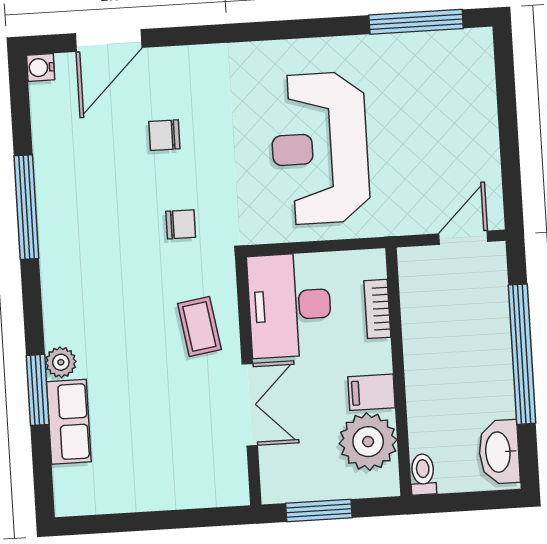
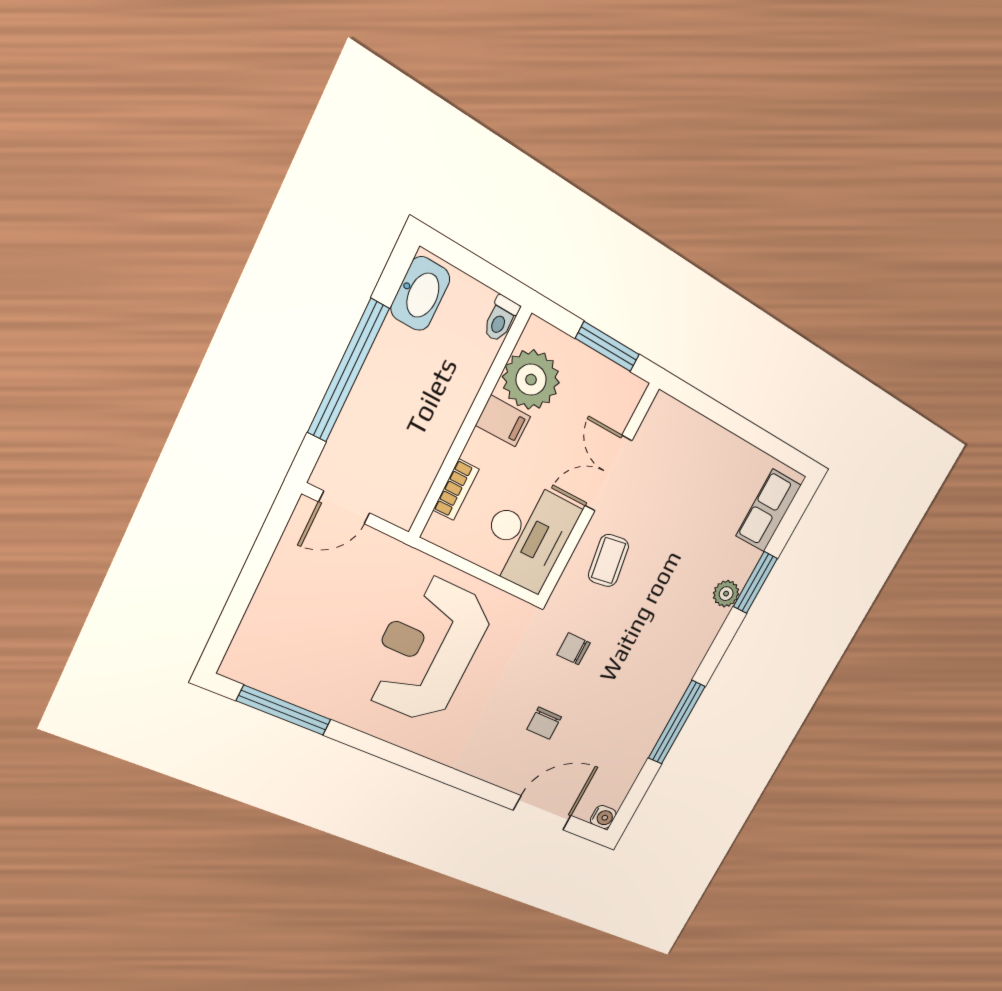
chair: (164, 135) -> (544, 723), turned 90
reception desk: (320, 148) -> (427, 650), turned 180
row of seats: (69, 422) -> (768, 510), moved

